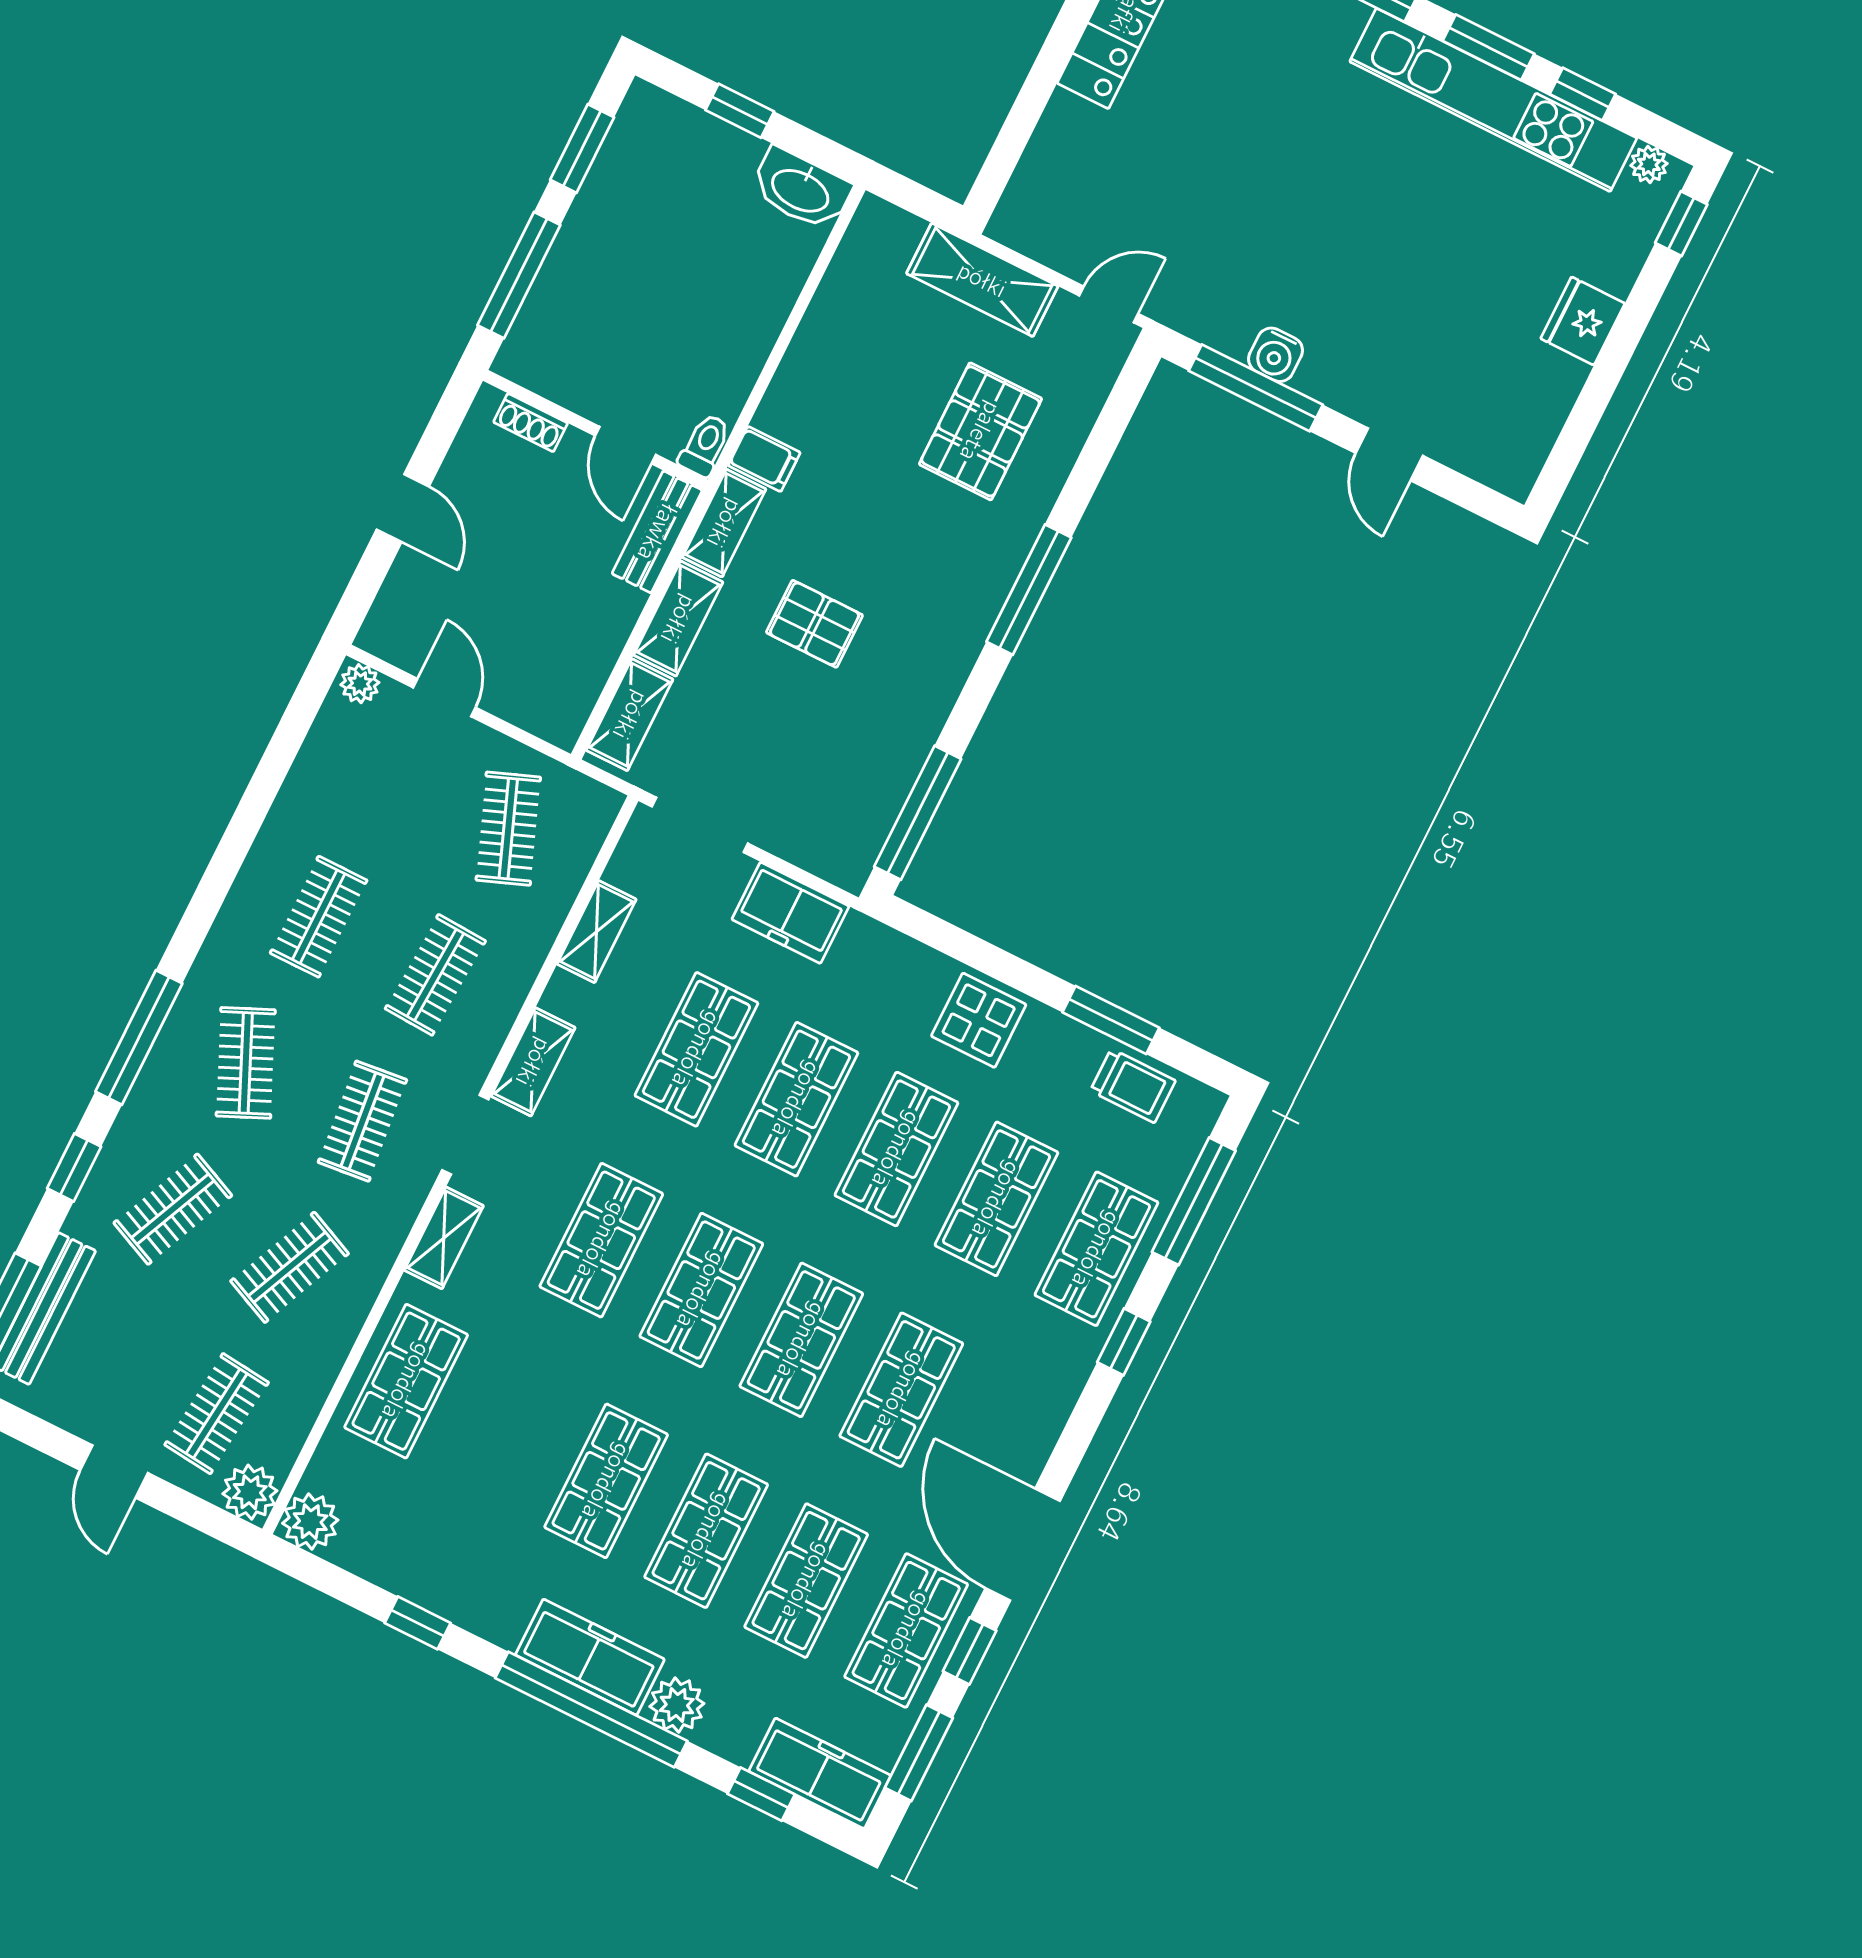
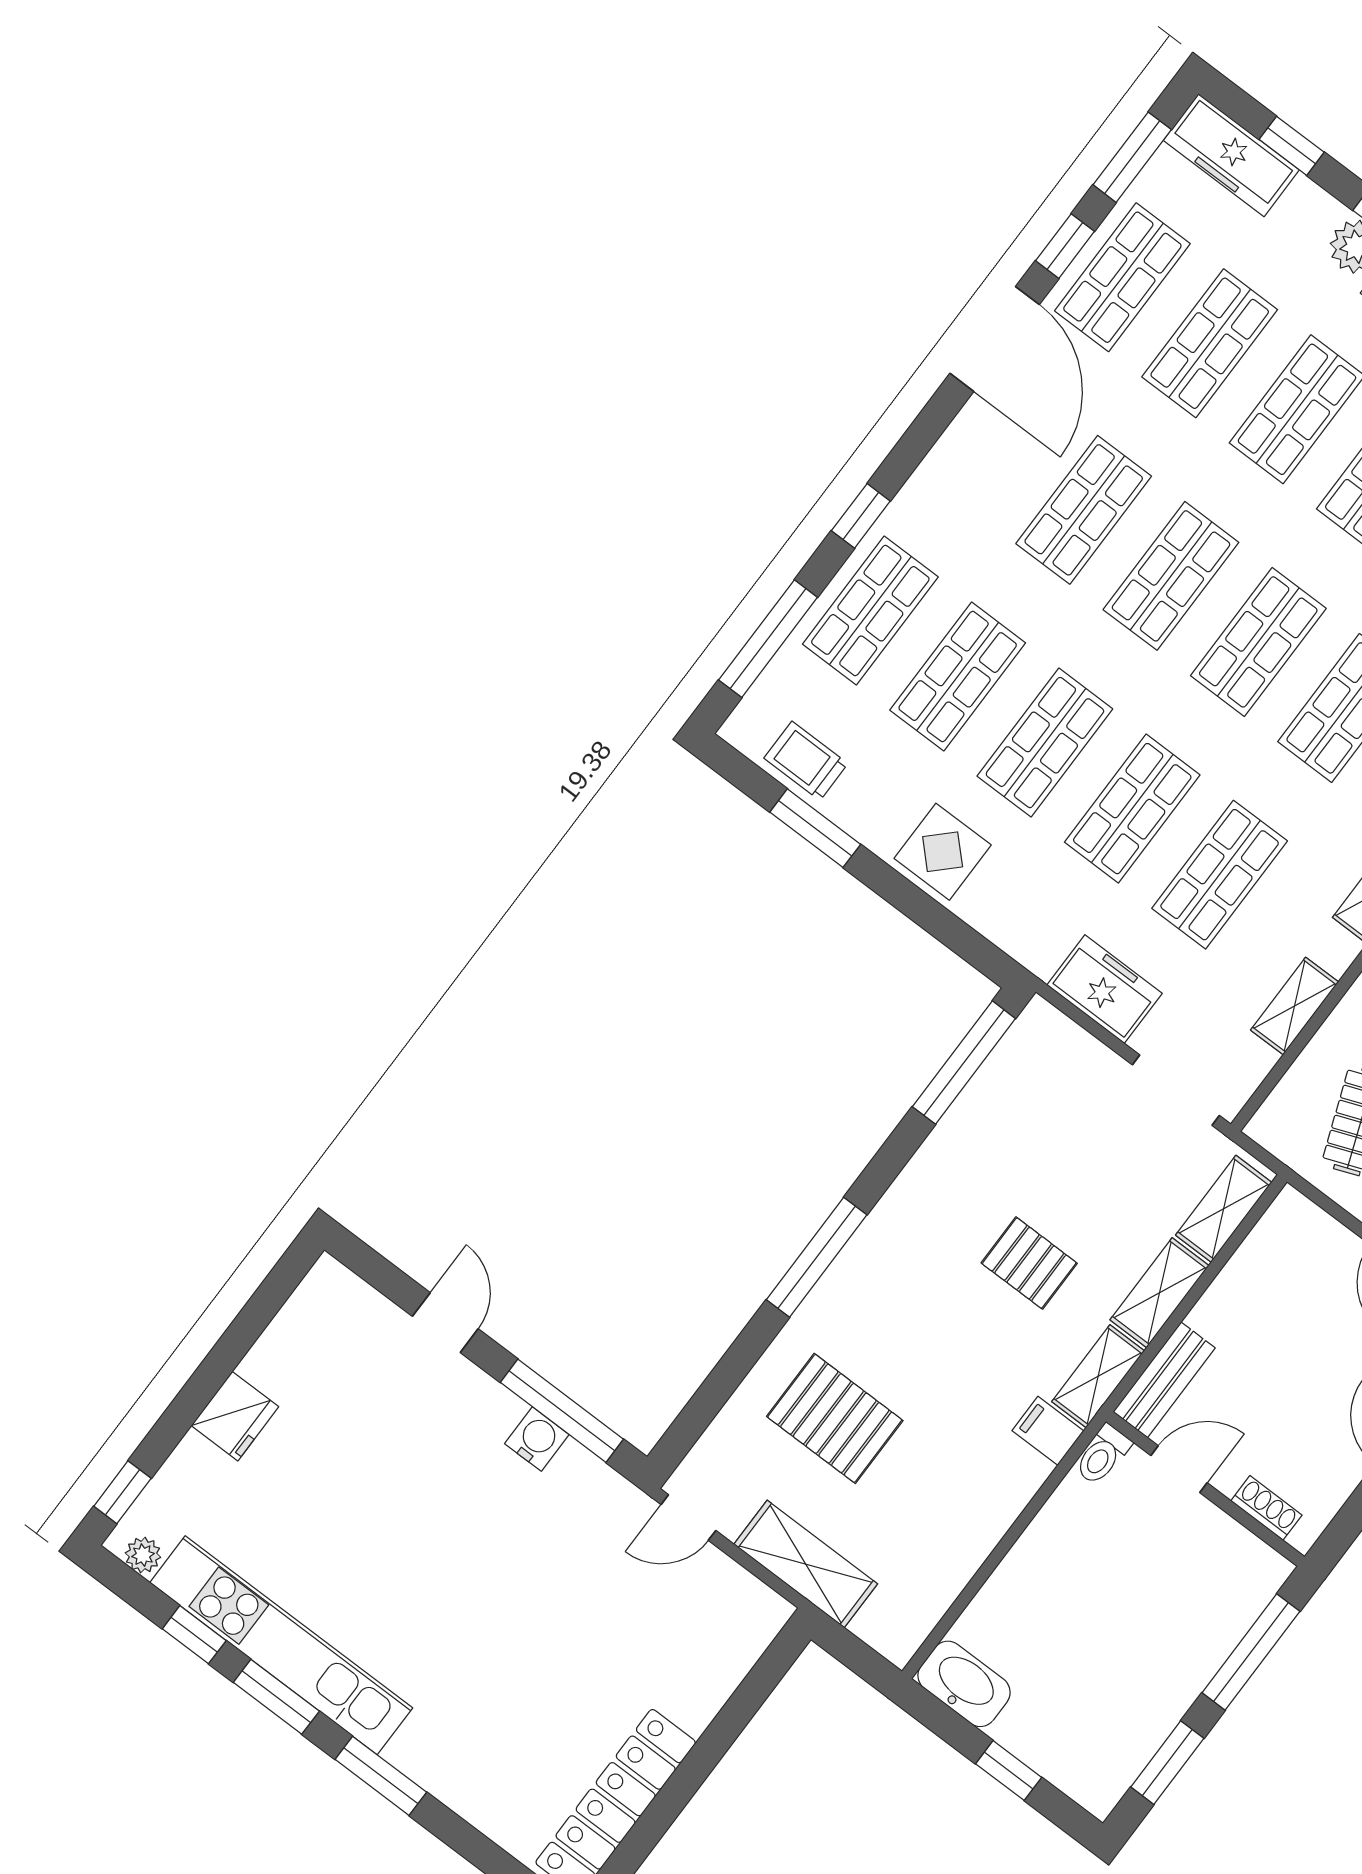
pallet: (980, 431) -> (835, 1418), turned 90
door: (626, 445) -> (1179, 1469), hinge flipped

